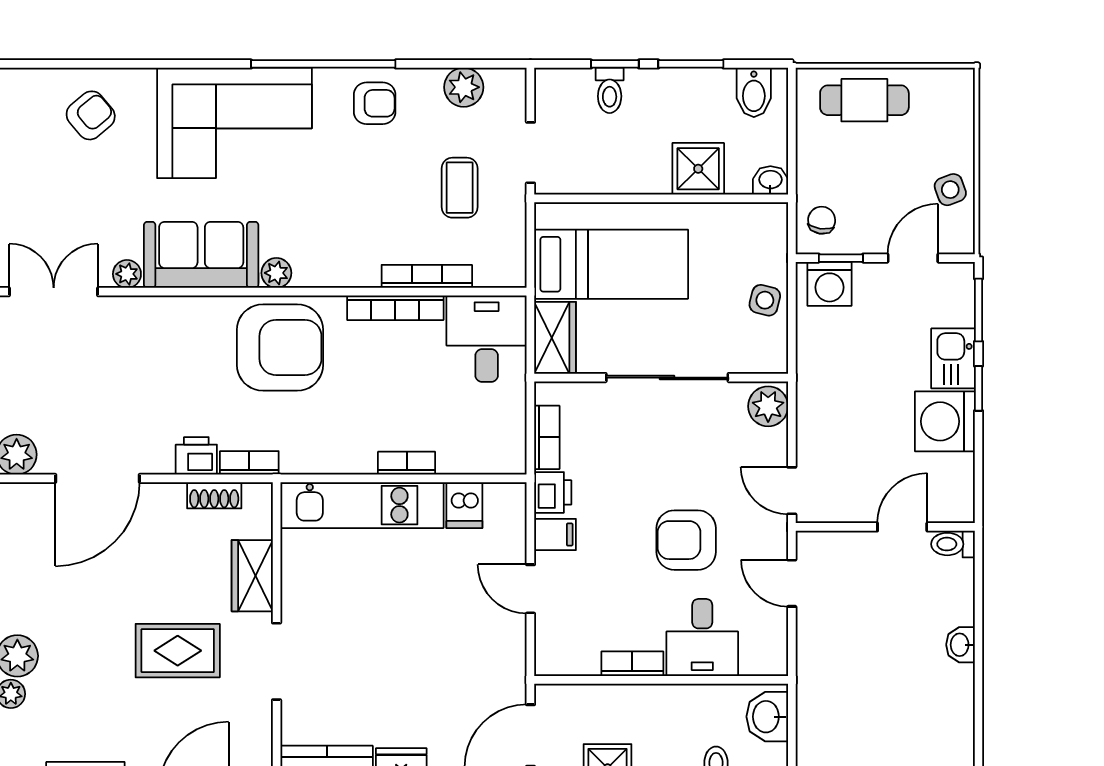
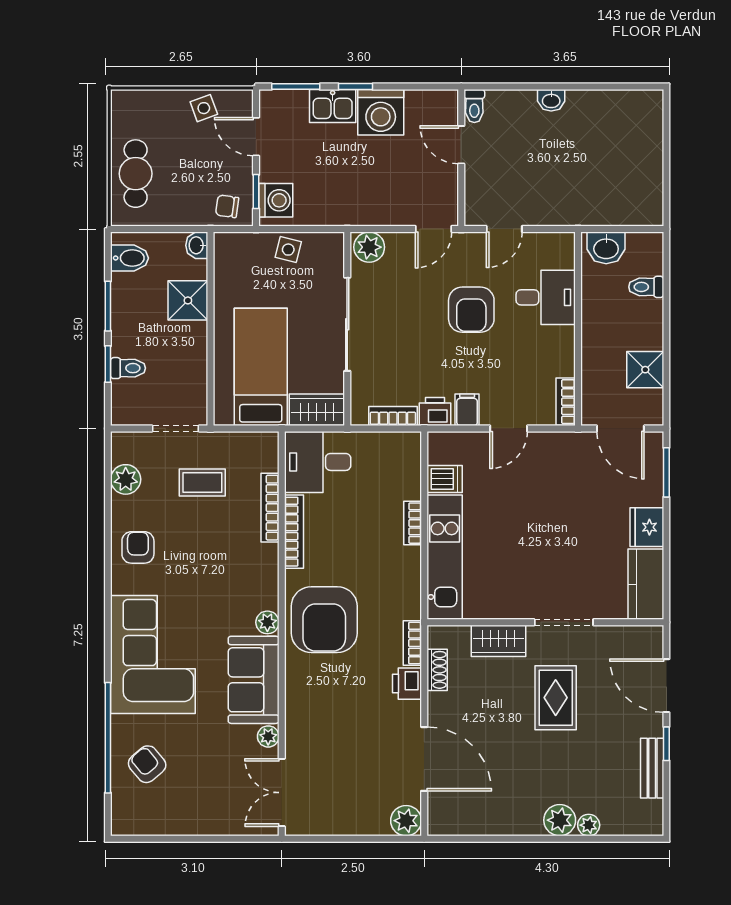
window: (323, 64) -> (108, 738), moved
armchair: (280, 347) -> (324, 620), turned 180
bookcase: (632, 664) -> (566, 402), moved

